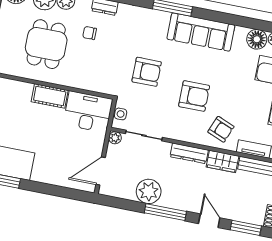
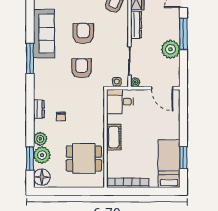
dining table: (46, 44) -> (84, 159), moved
armchair: (194, 96) -> (83, 33), moved
desk: (88, 112) -> (120, 102), width x0.73

